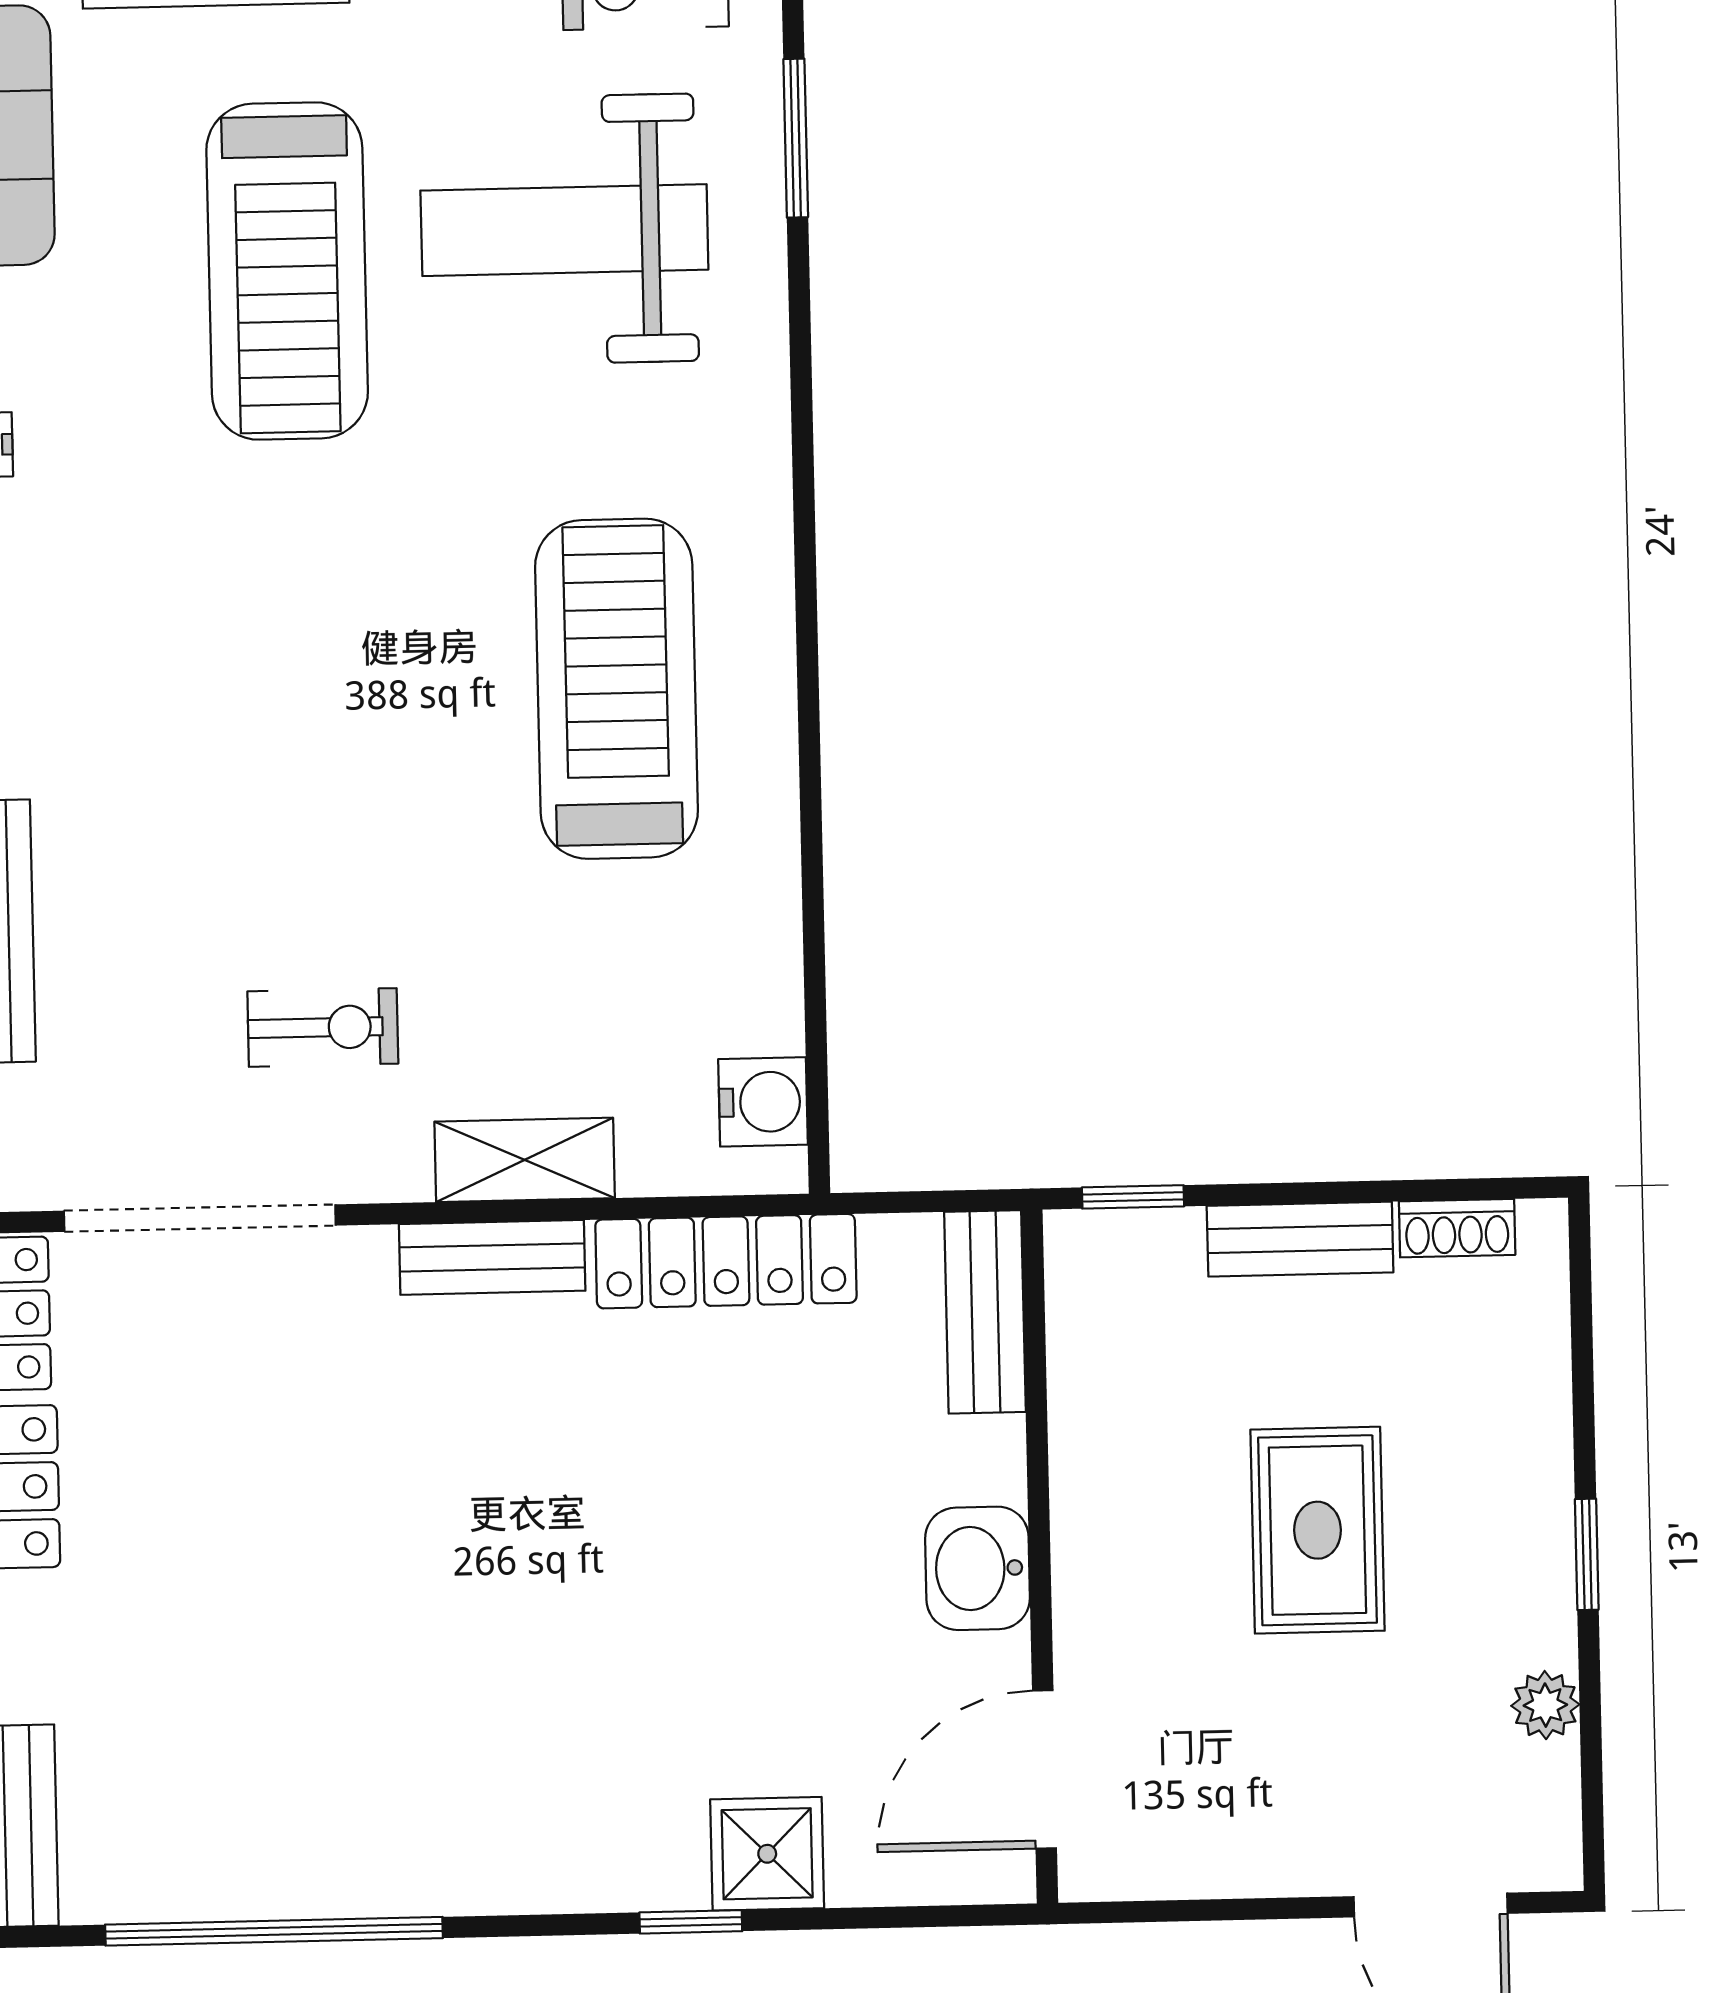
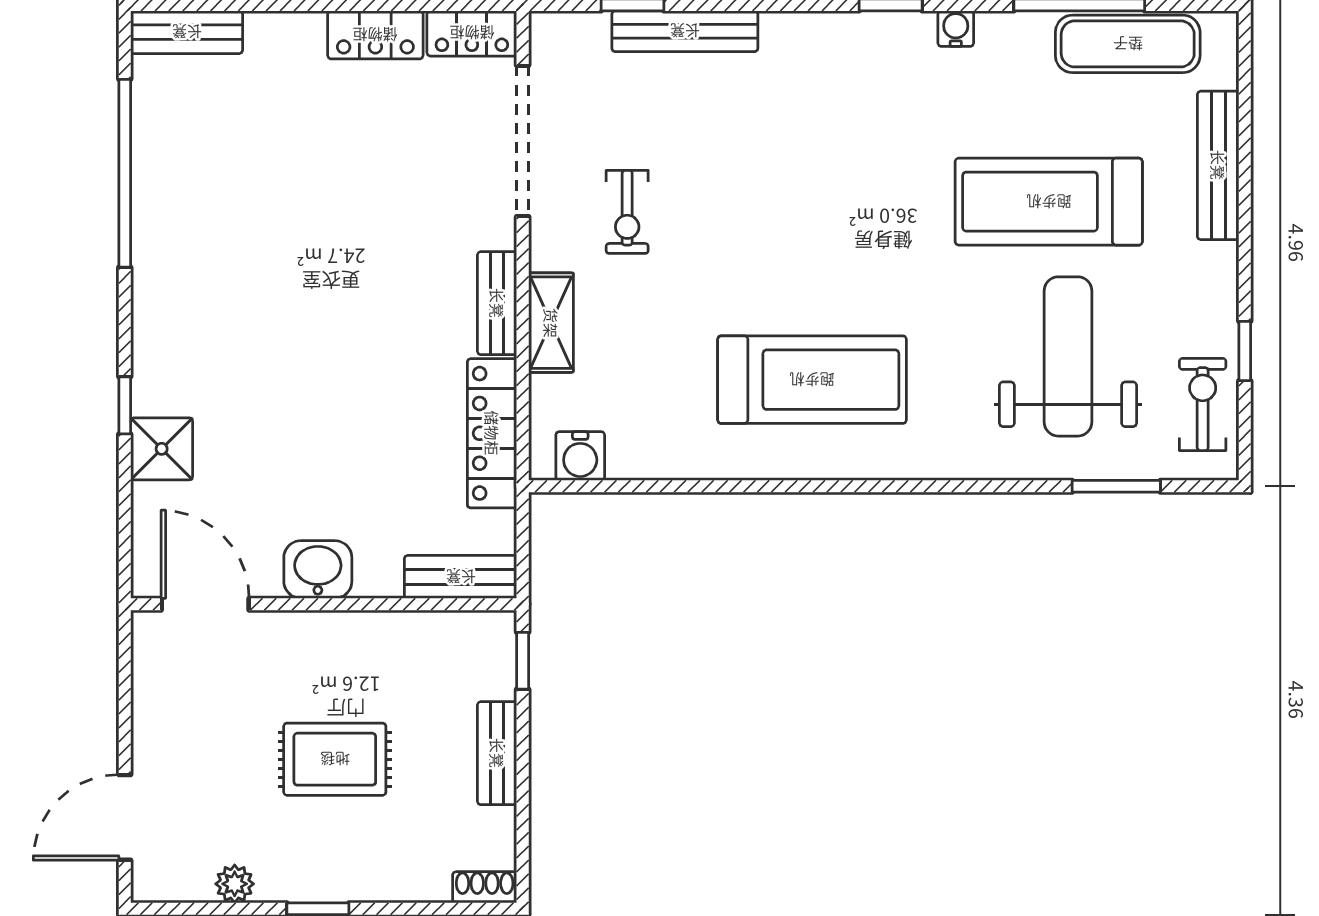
shoe rack: (1457, 1228) -> (485, 887), moved, turned 90

